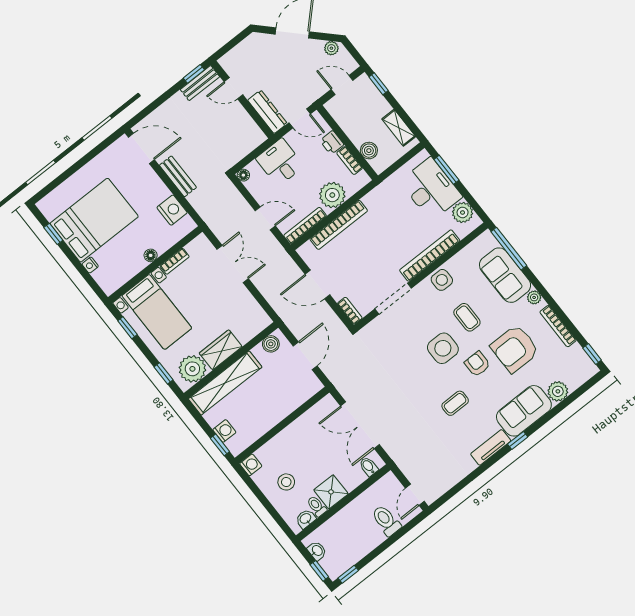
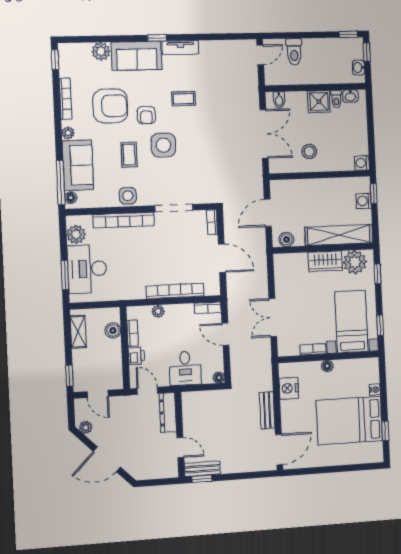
door: (141, 148) -> (279, 450), swing flipped
plant: (332, 195) -> (158, 311), width x0.53, depth x0.53
bookcase: (305, 226) -> (208, 308), width x0.64
floor lamp: (491, 242) -> (71, 198), added
stool: (286, 482) -> (309, 151), moved

